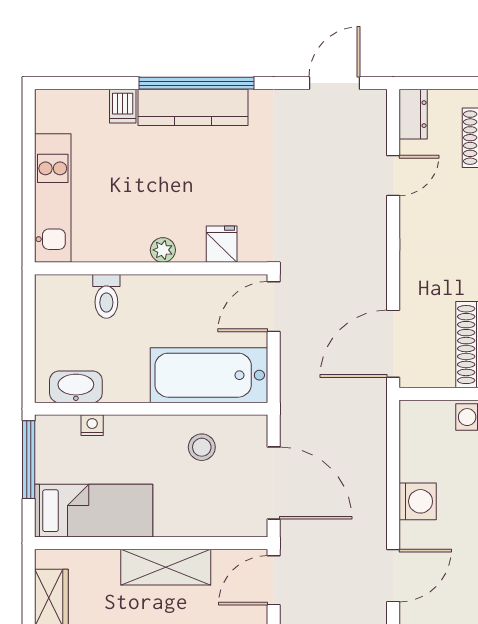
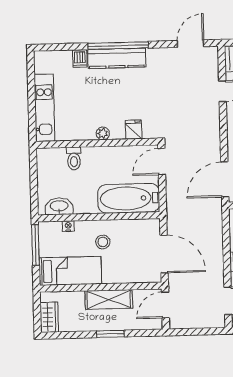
stool: (202, 447) -> (103, 242), moved

